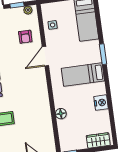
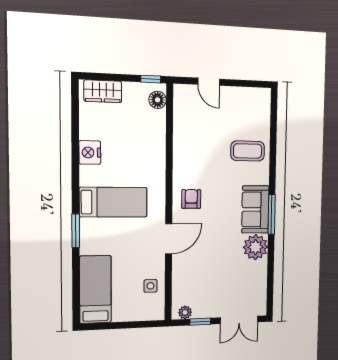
armchair: (25, 37) -> (191, 199), moved
floor lamp: (61, 114) -> (158, 100), moved

